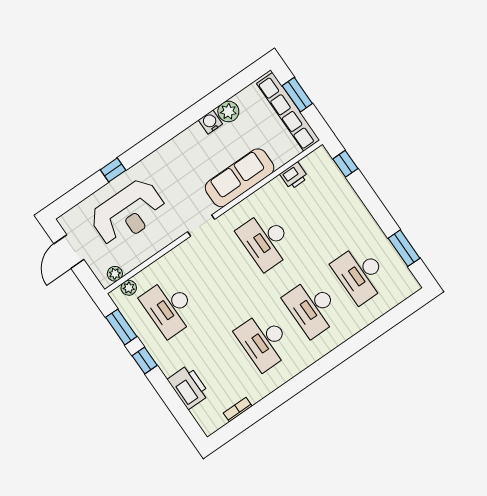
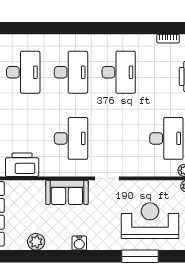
water cooler: (210, 122) -> (79, 243), moved
window: (113, 170) -> (140, 256), width x2.17
printer: (294, 176) -> (22, 165), width x1.87, depth x1.48
sofa: (240, 178) -> (67, 192), width x0.73

